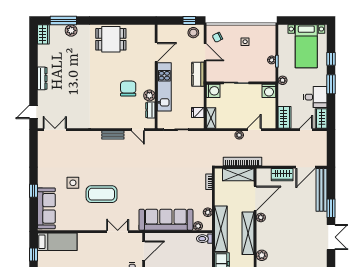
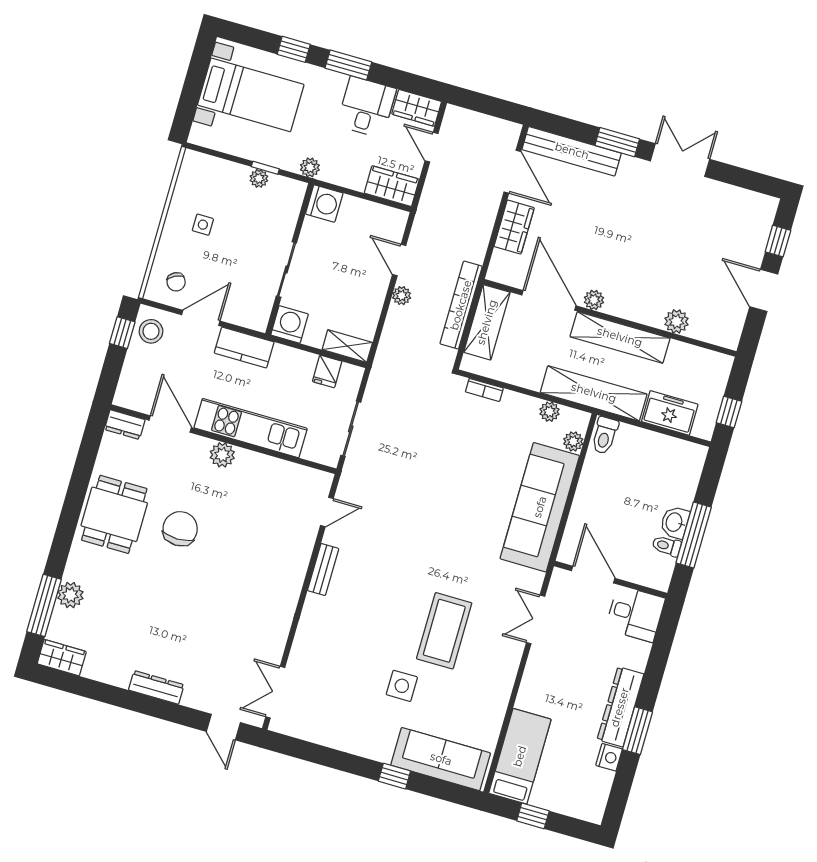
chair: (128, 89) -> (180, 529), moved, turned 90
plant: (149, 95) -> (222, 455), moved
dresser: (150, 110) -> (125, 425), moved

